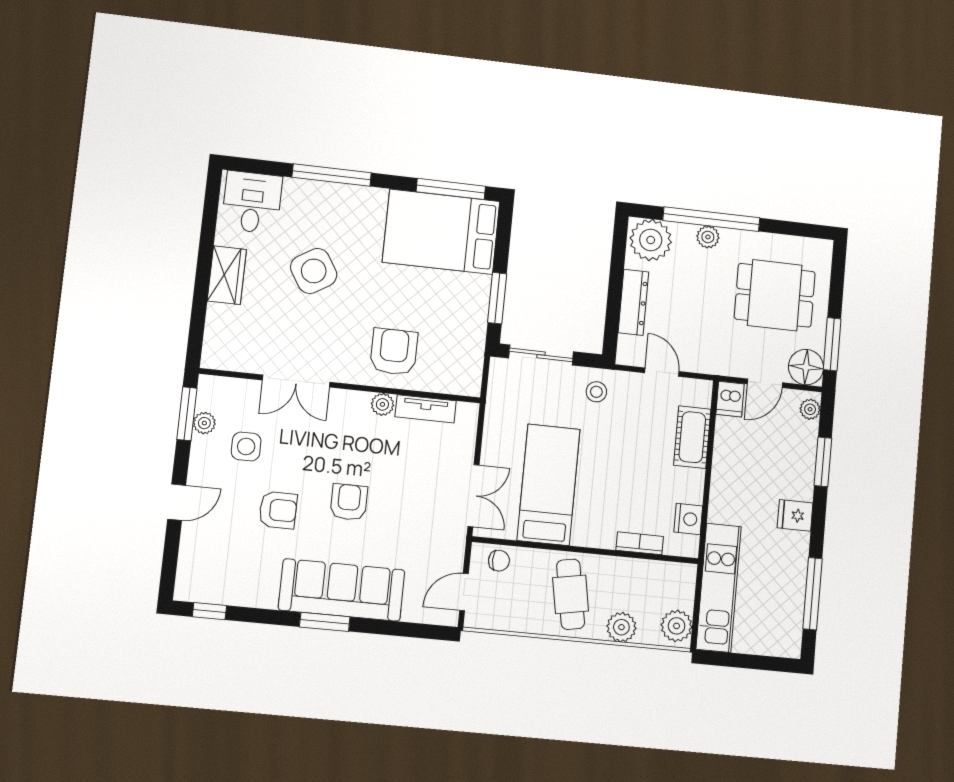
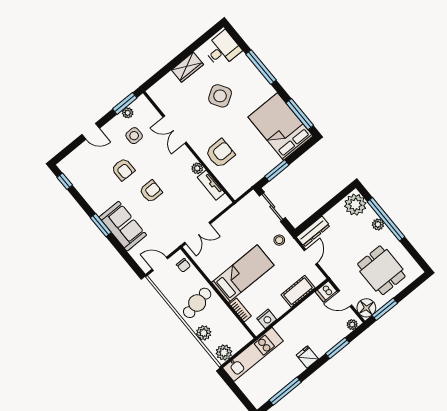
dresser: (633, 302) -> (313, 231), moved
bed: (549, 485) -> (243, 274), moved
sofa: (342, 590) -> (123, 226), width x0.73

